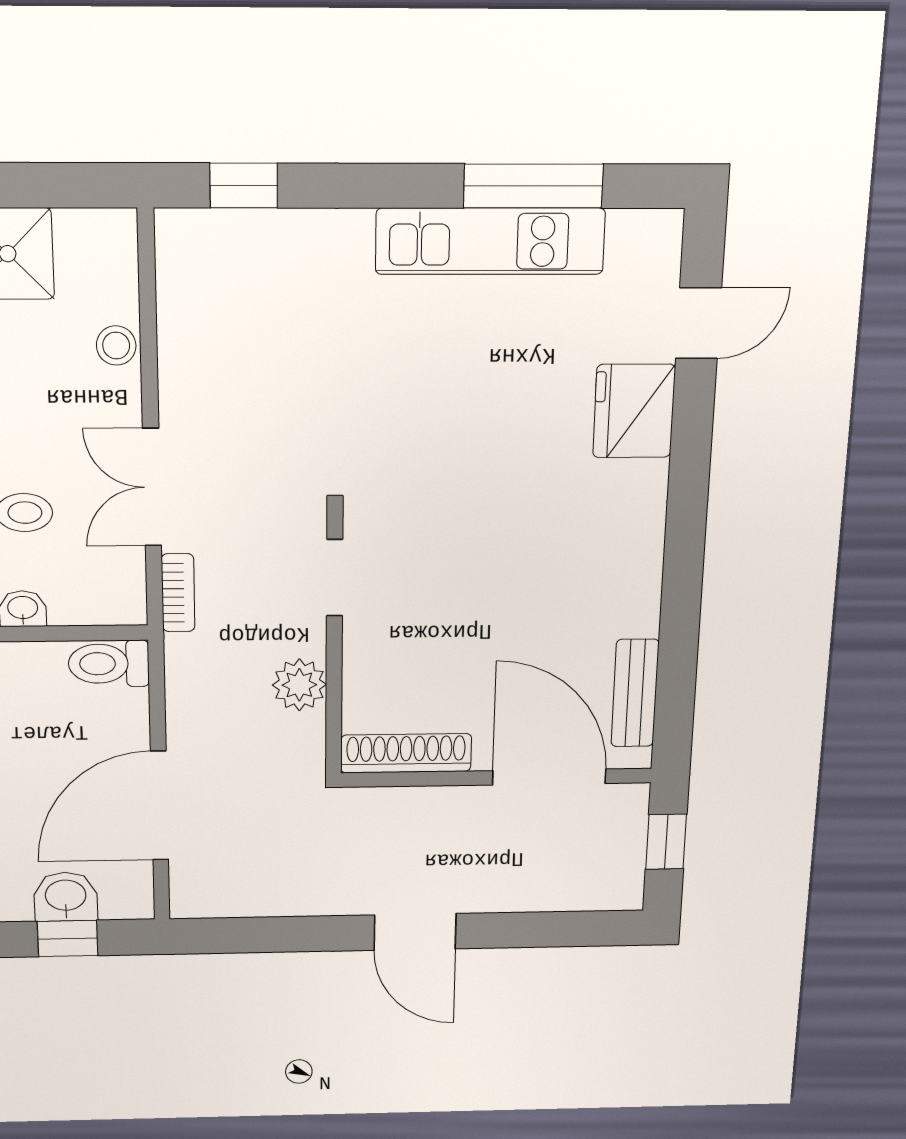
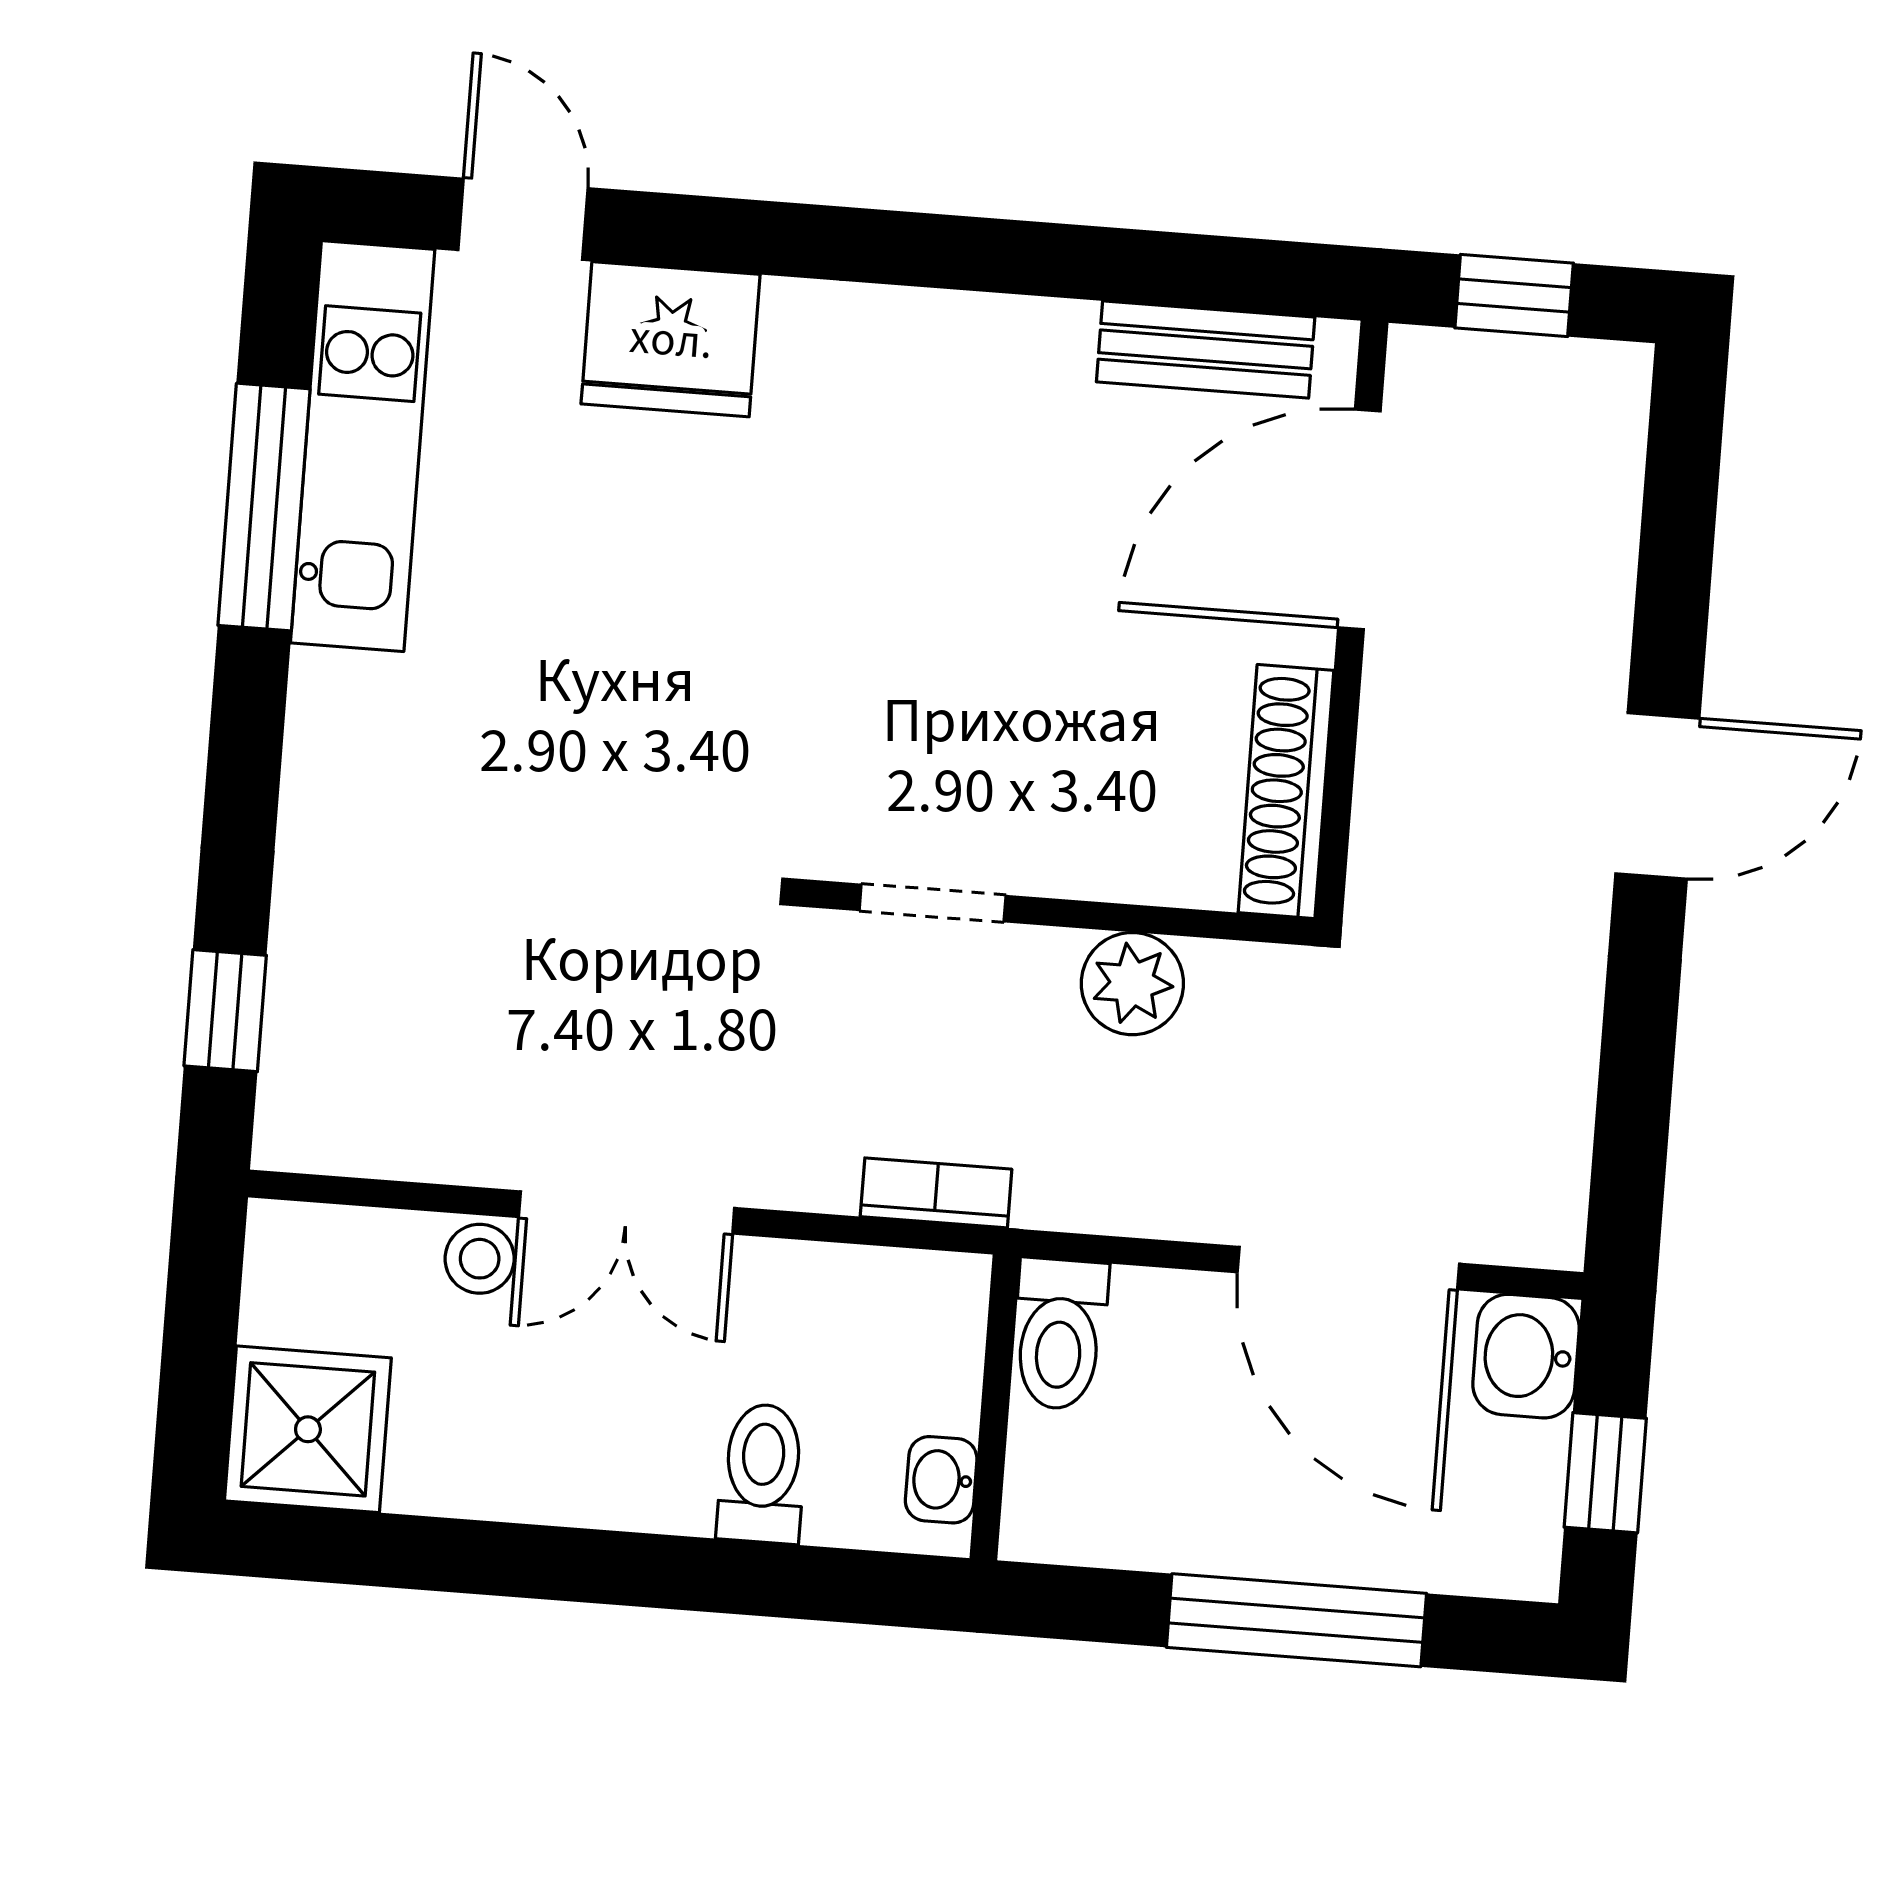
kitchen unit: (490, 241) -> (363, 446), moved
double door: (152, 487) -> (627, 1213), moved
washbasin: (66, 897) -> (1526, 1356), moved

